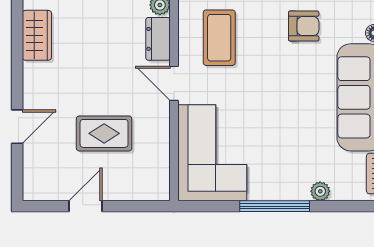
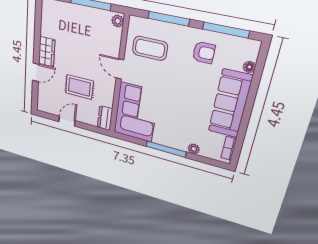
wardrobe: (37, 35) -> (47, 52), moved
coffee table: (219, 38) -> (150, 48), turned 90
dresser: (158, 39) -> (105, 118), moved

